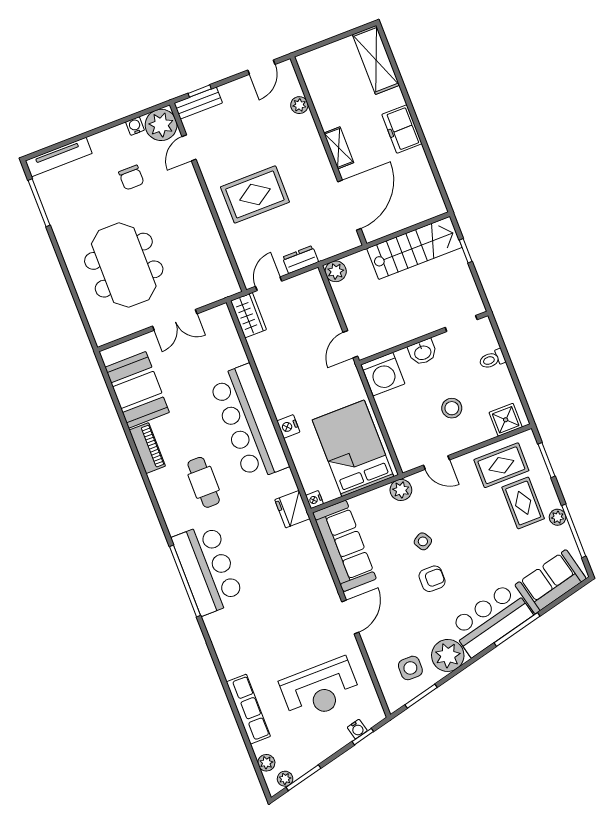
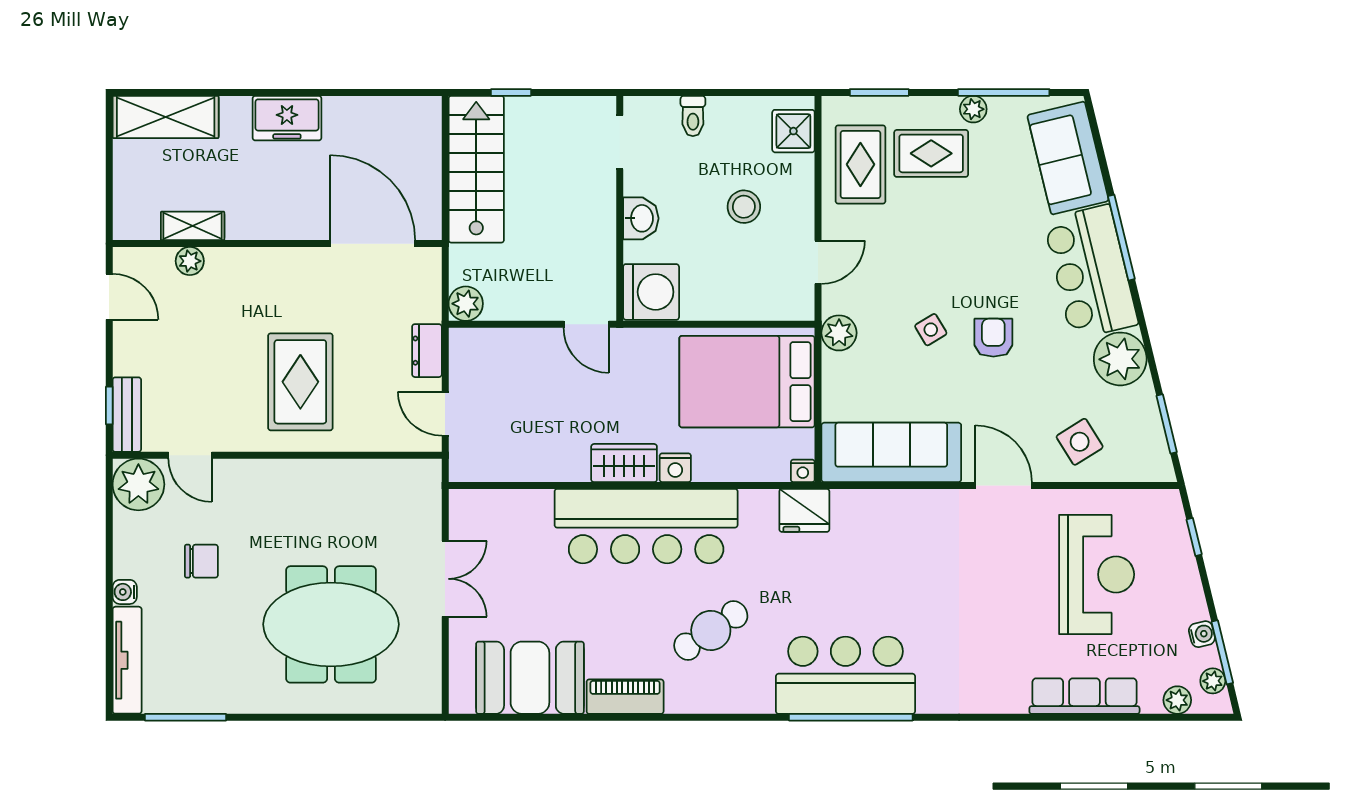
water cooler: (135, 126) -> (125, 592), moved
shelving: (339, 148) -> (193, 226), moved
wardrobe: (248, 315) -> (624, 463), moved
cafe table: (204, 482) -> (711, 630), turned -34
side table: (410, 668) -> (1080, 442), moved, turned -32
water cooler: (357, 729) -> (1202, 634), moved

